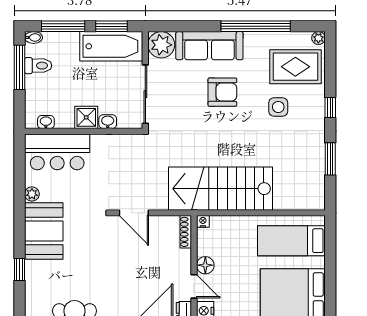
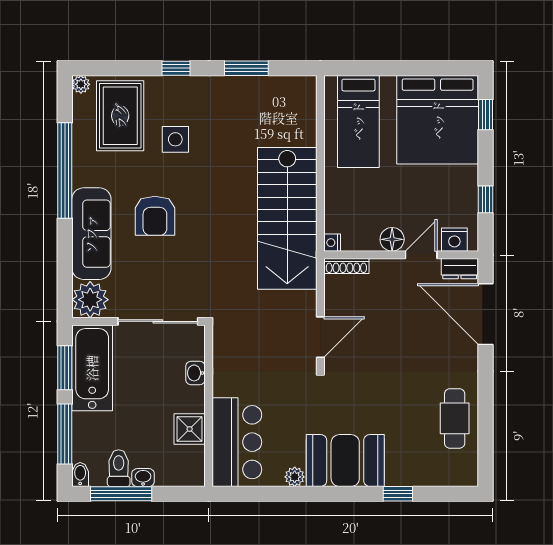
armchair: (222, 92) -> (155, 216), turned 180
shower: (86, 117) -> (190, 429), moved
washbasin: (46, 122) -> (143, 478), moved, turned 90

